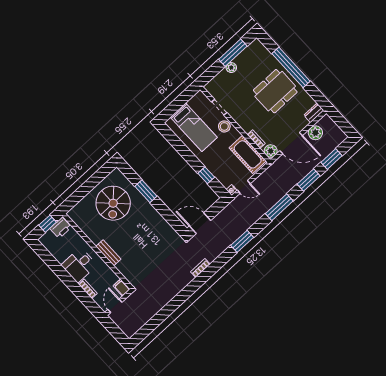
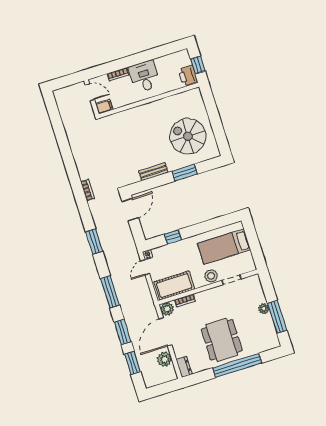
bench: (108, 253) -> (153, 172), moved

